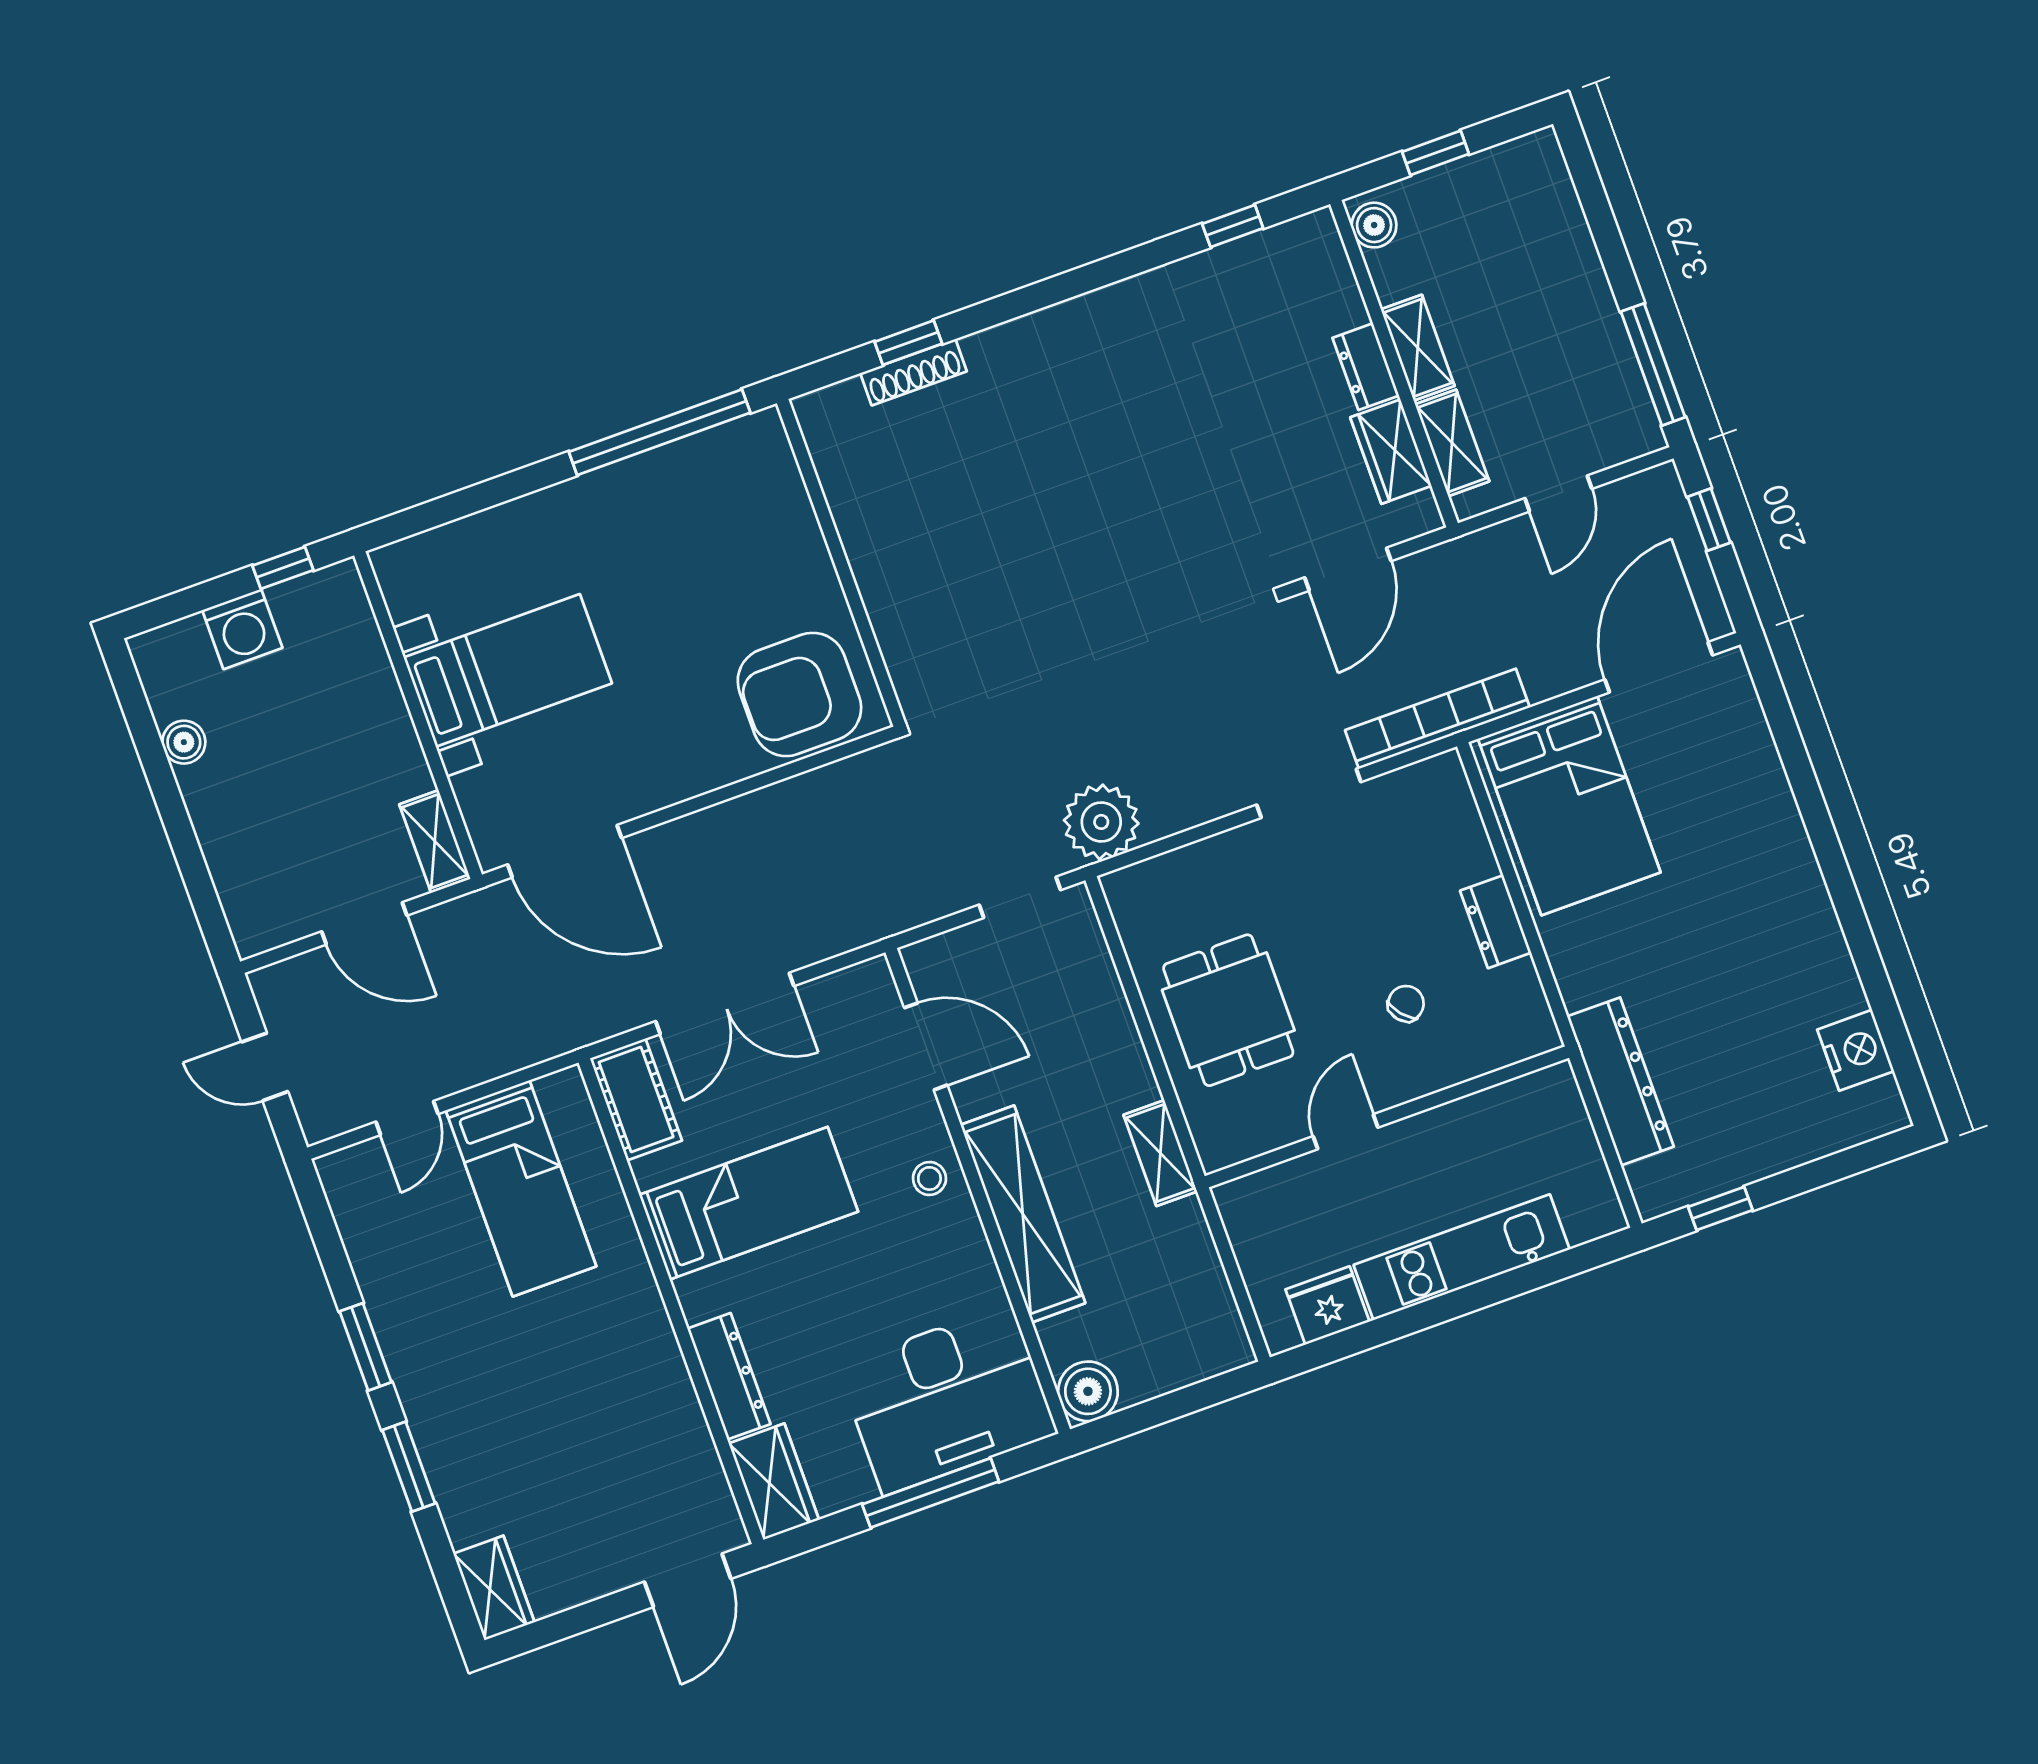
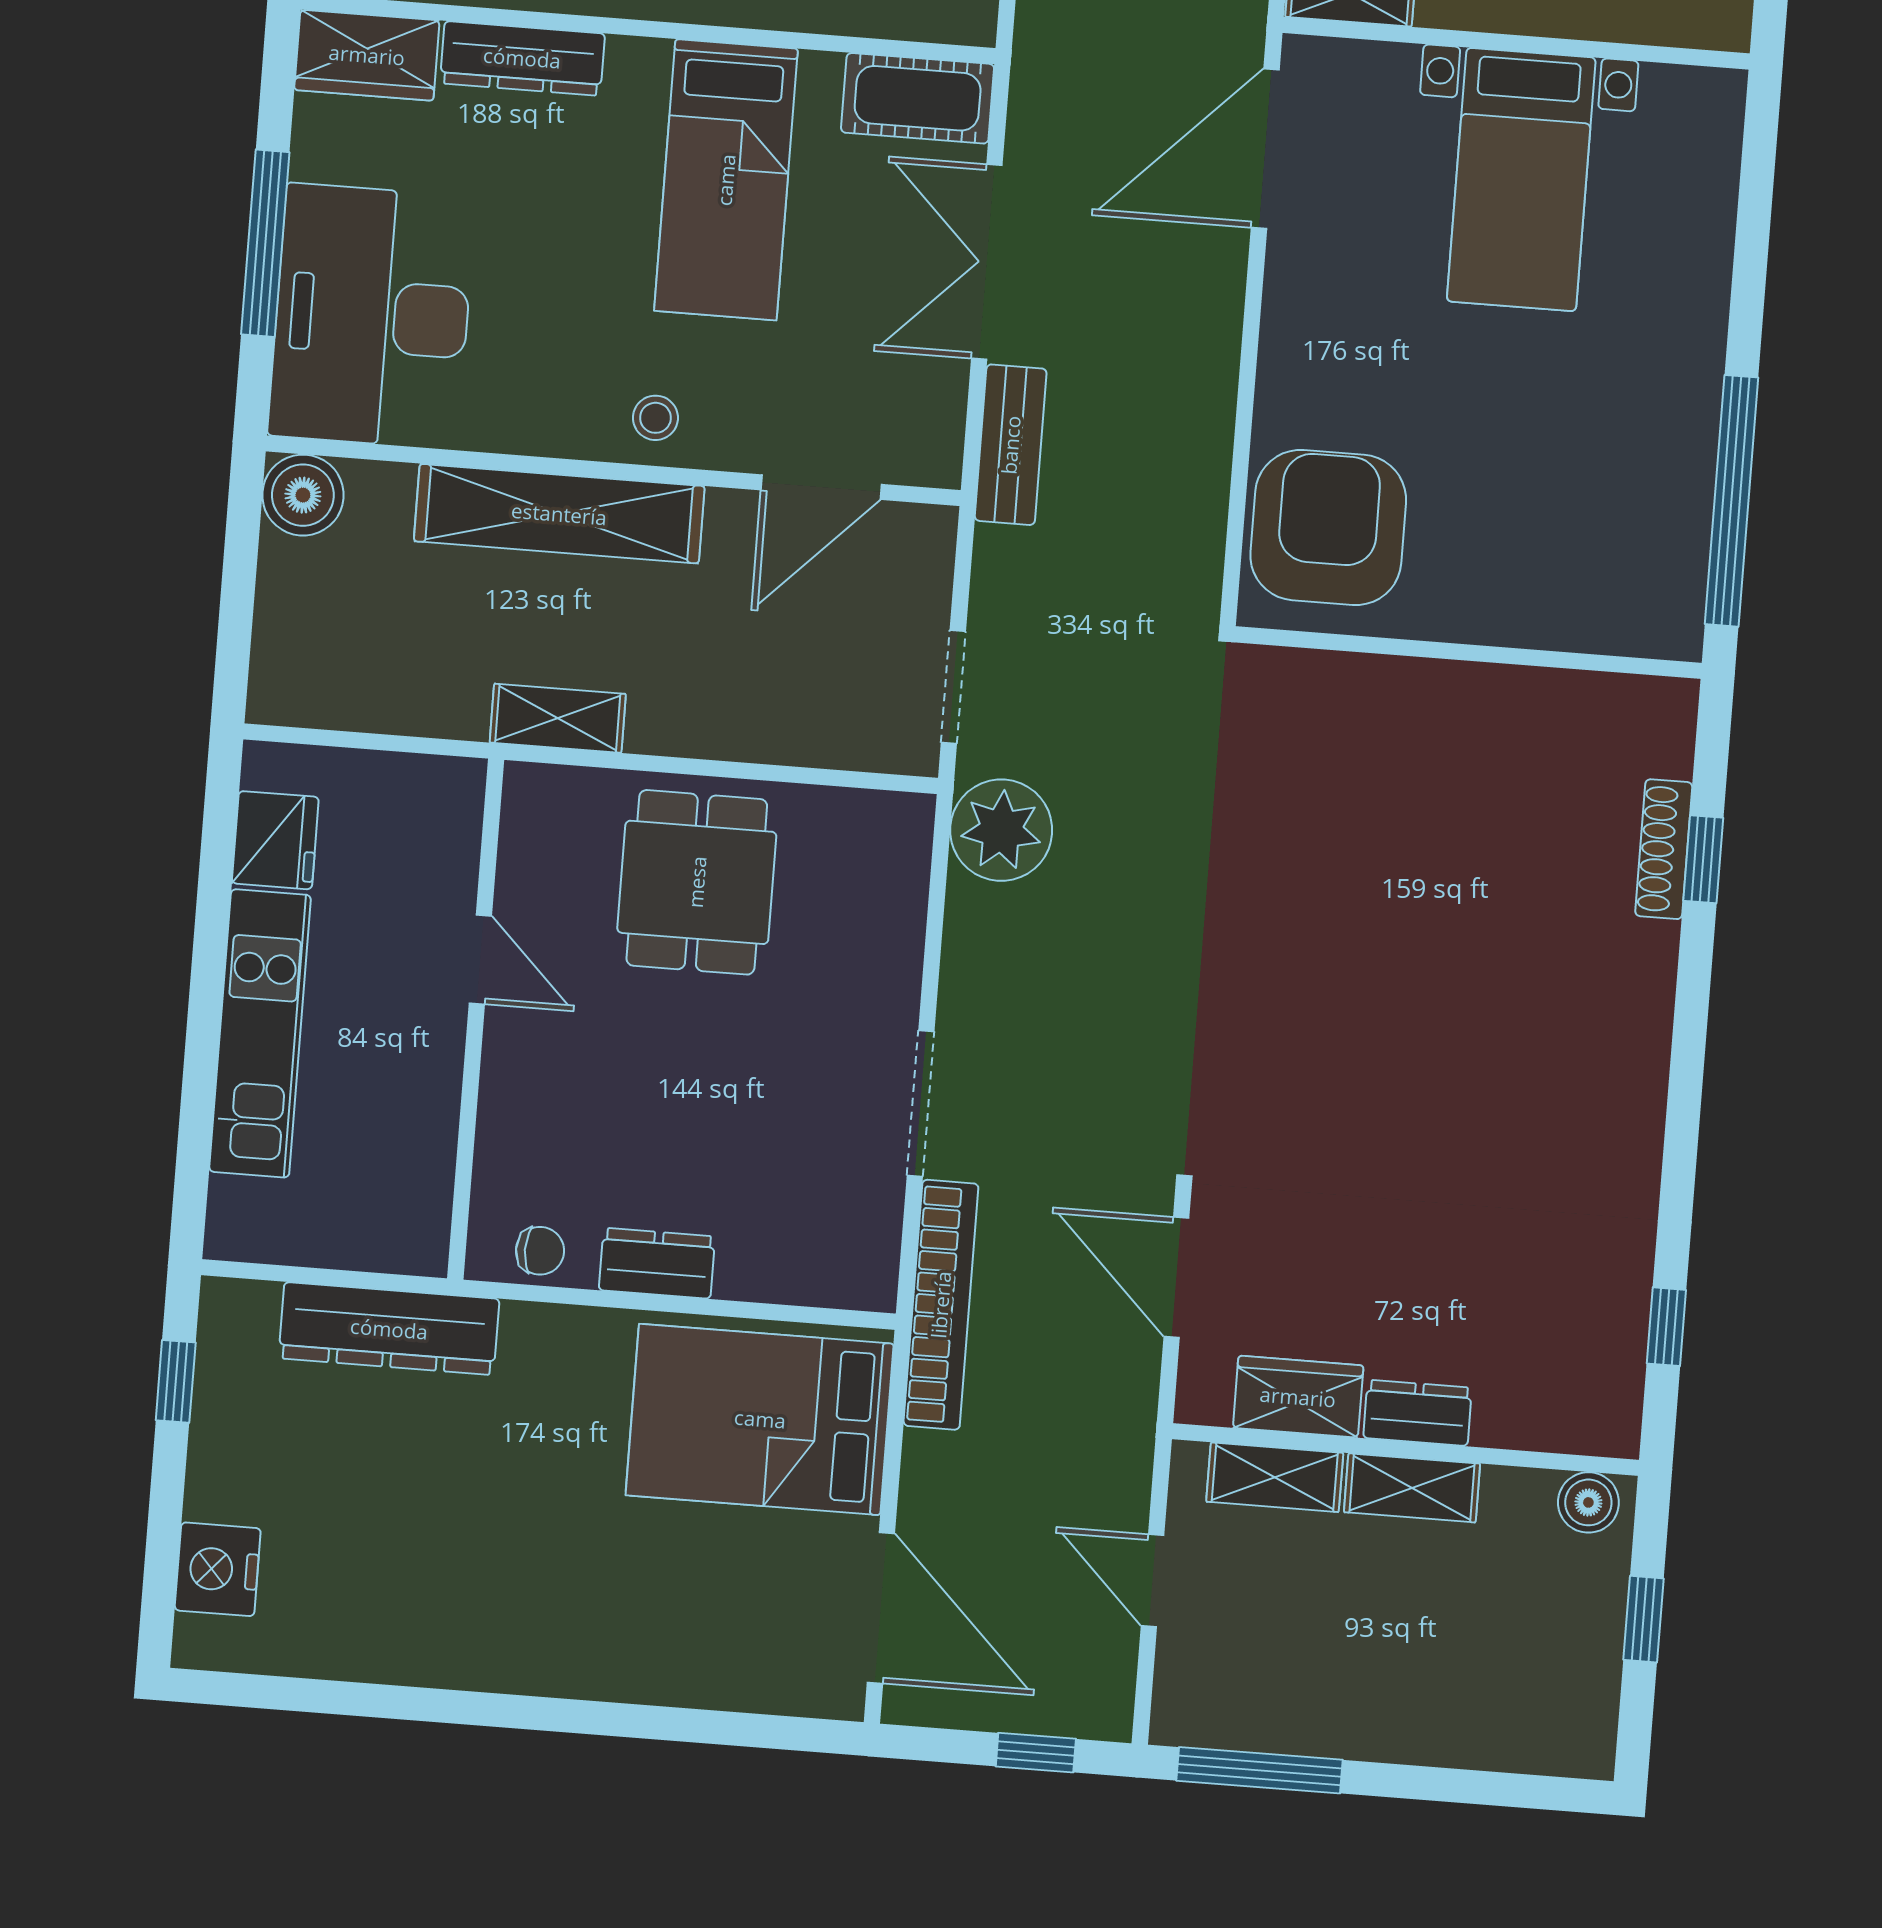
bench: (840, 932) -> (1011, 445), added
chair: (1406, 1004) -> (540, 1251), moved, turned -50
dining table: (1228, 1010) -> (697, 882), turned 90
nightstand: (1856, 1050) -> (218, 1569), moved, turned 90

